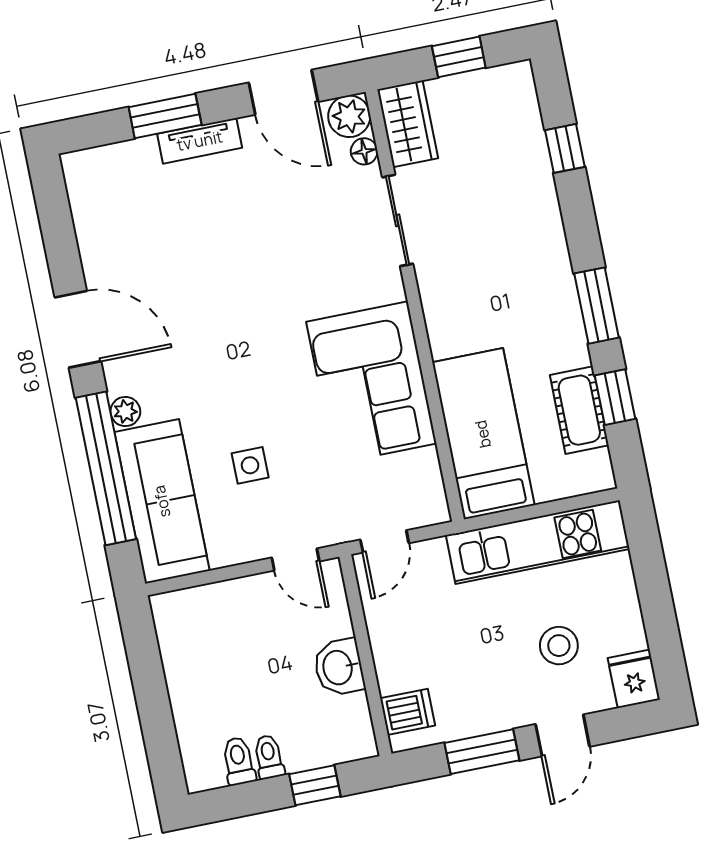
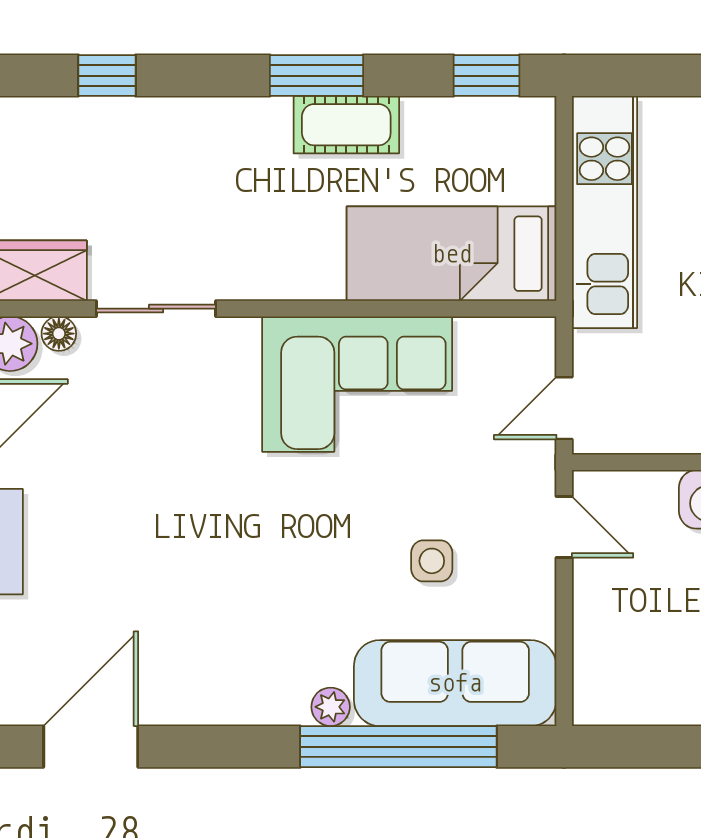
door: (78, 329) -> (91, 747), moved
window: (615, 397) -> (487, 76), moved
cot: (579, 410) -> (346, 125), moved
door: (385, 541) -> (564, 408), swing flipped
door: (295, 559) -> (564, 527), hinge flipped

